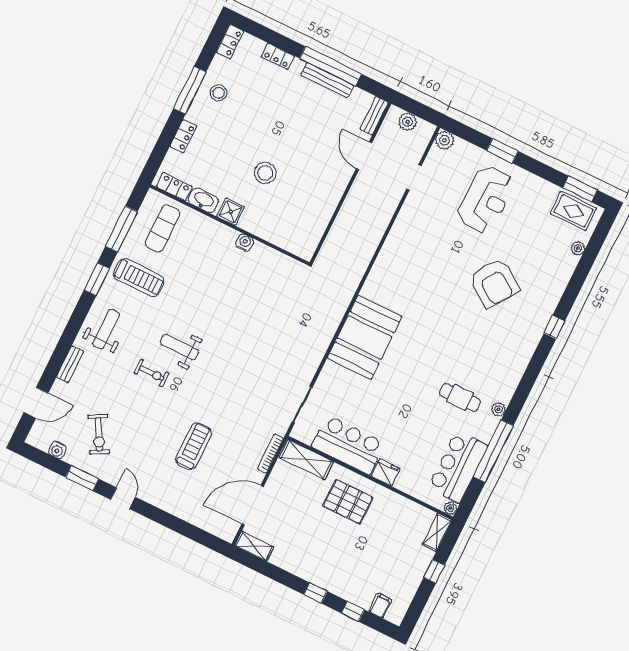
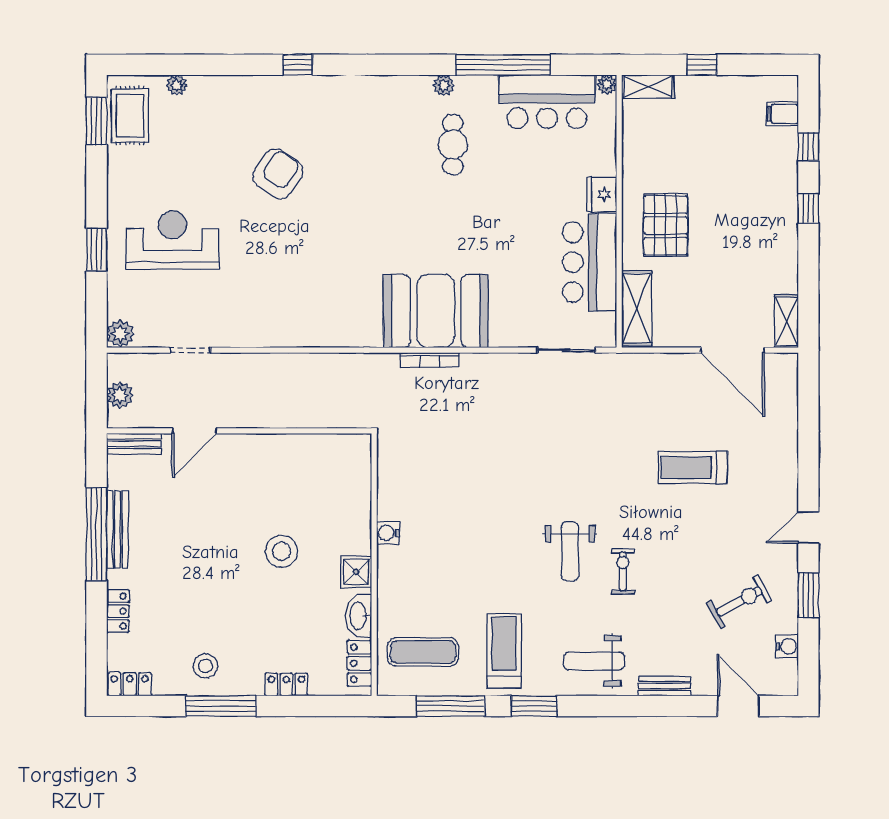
armchair: (494, 283) -> (278, 174), width x0.73, depth x0.73
bookcase: (271, 454) -> (430, 360), moved

